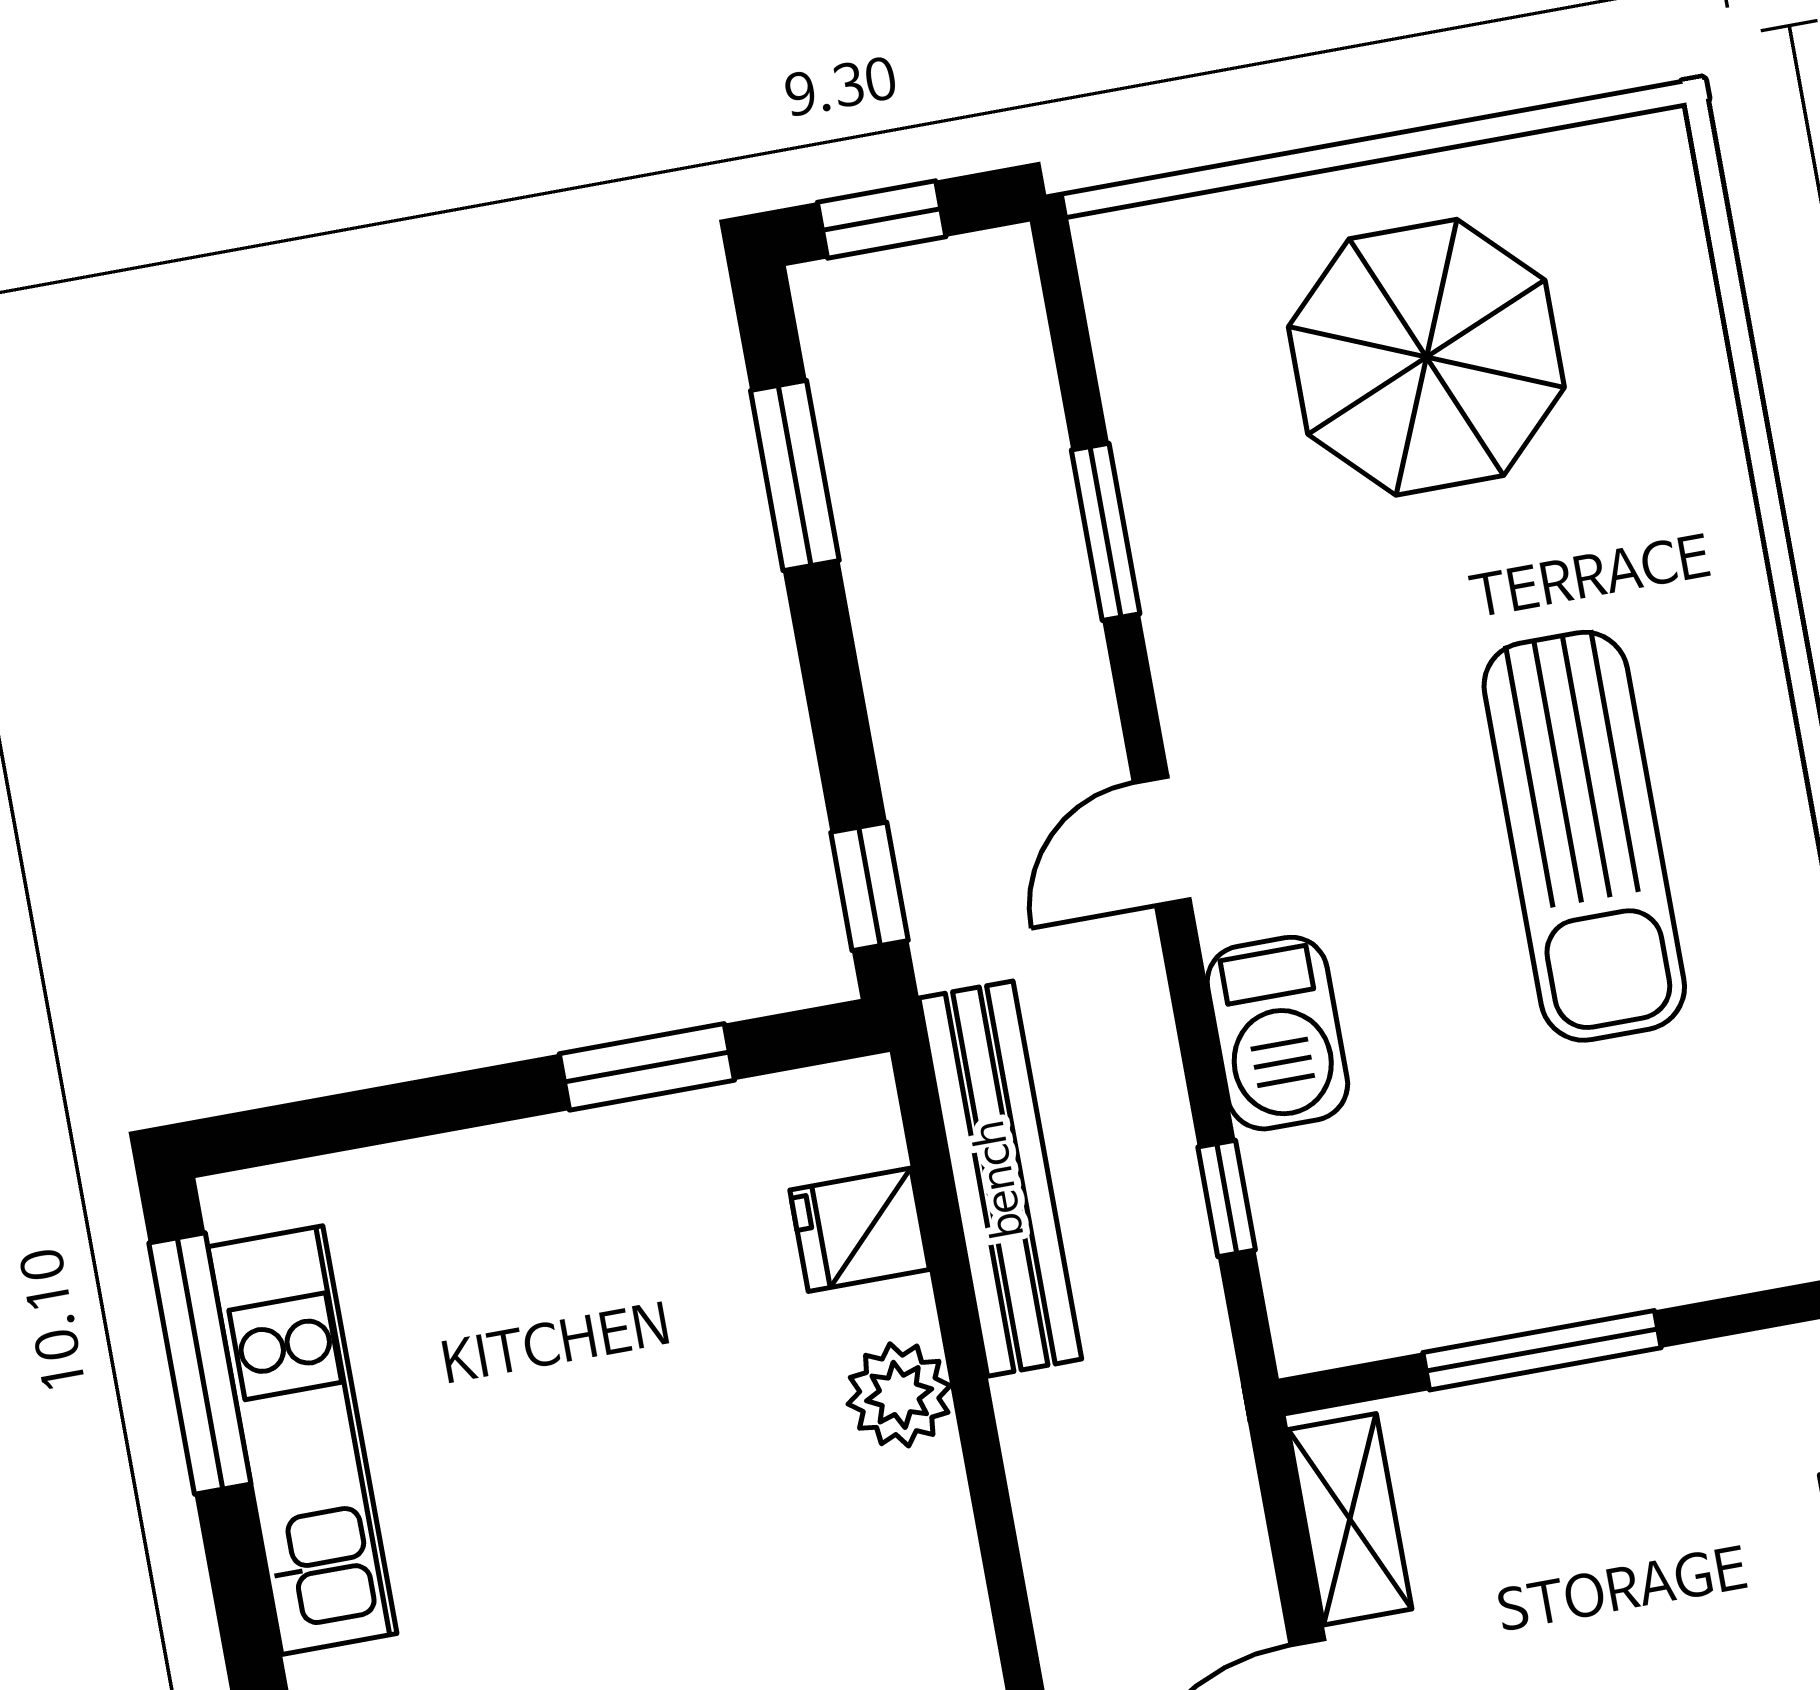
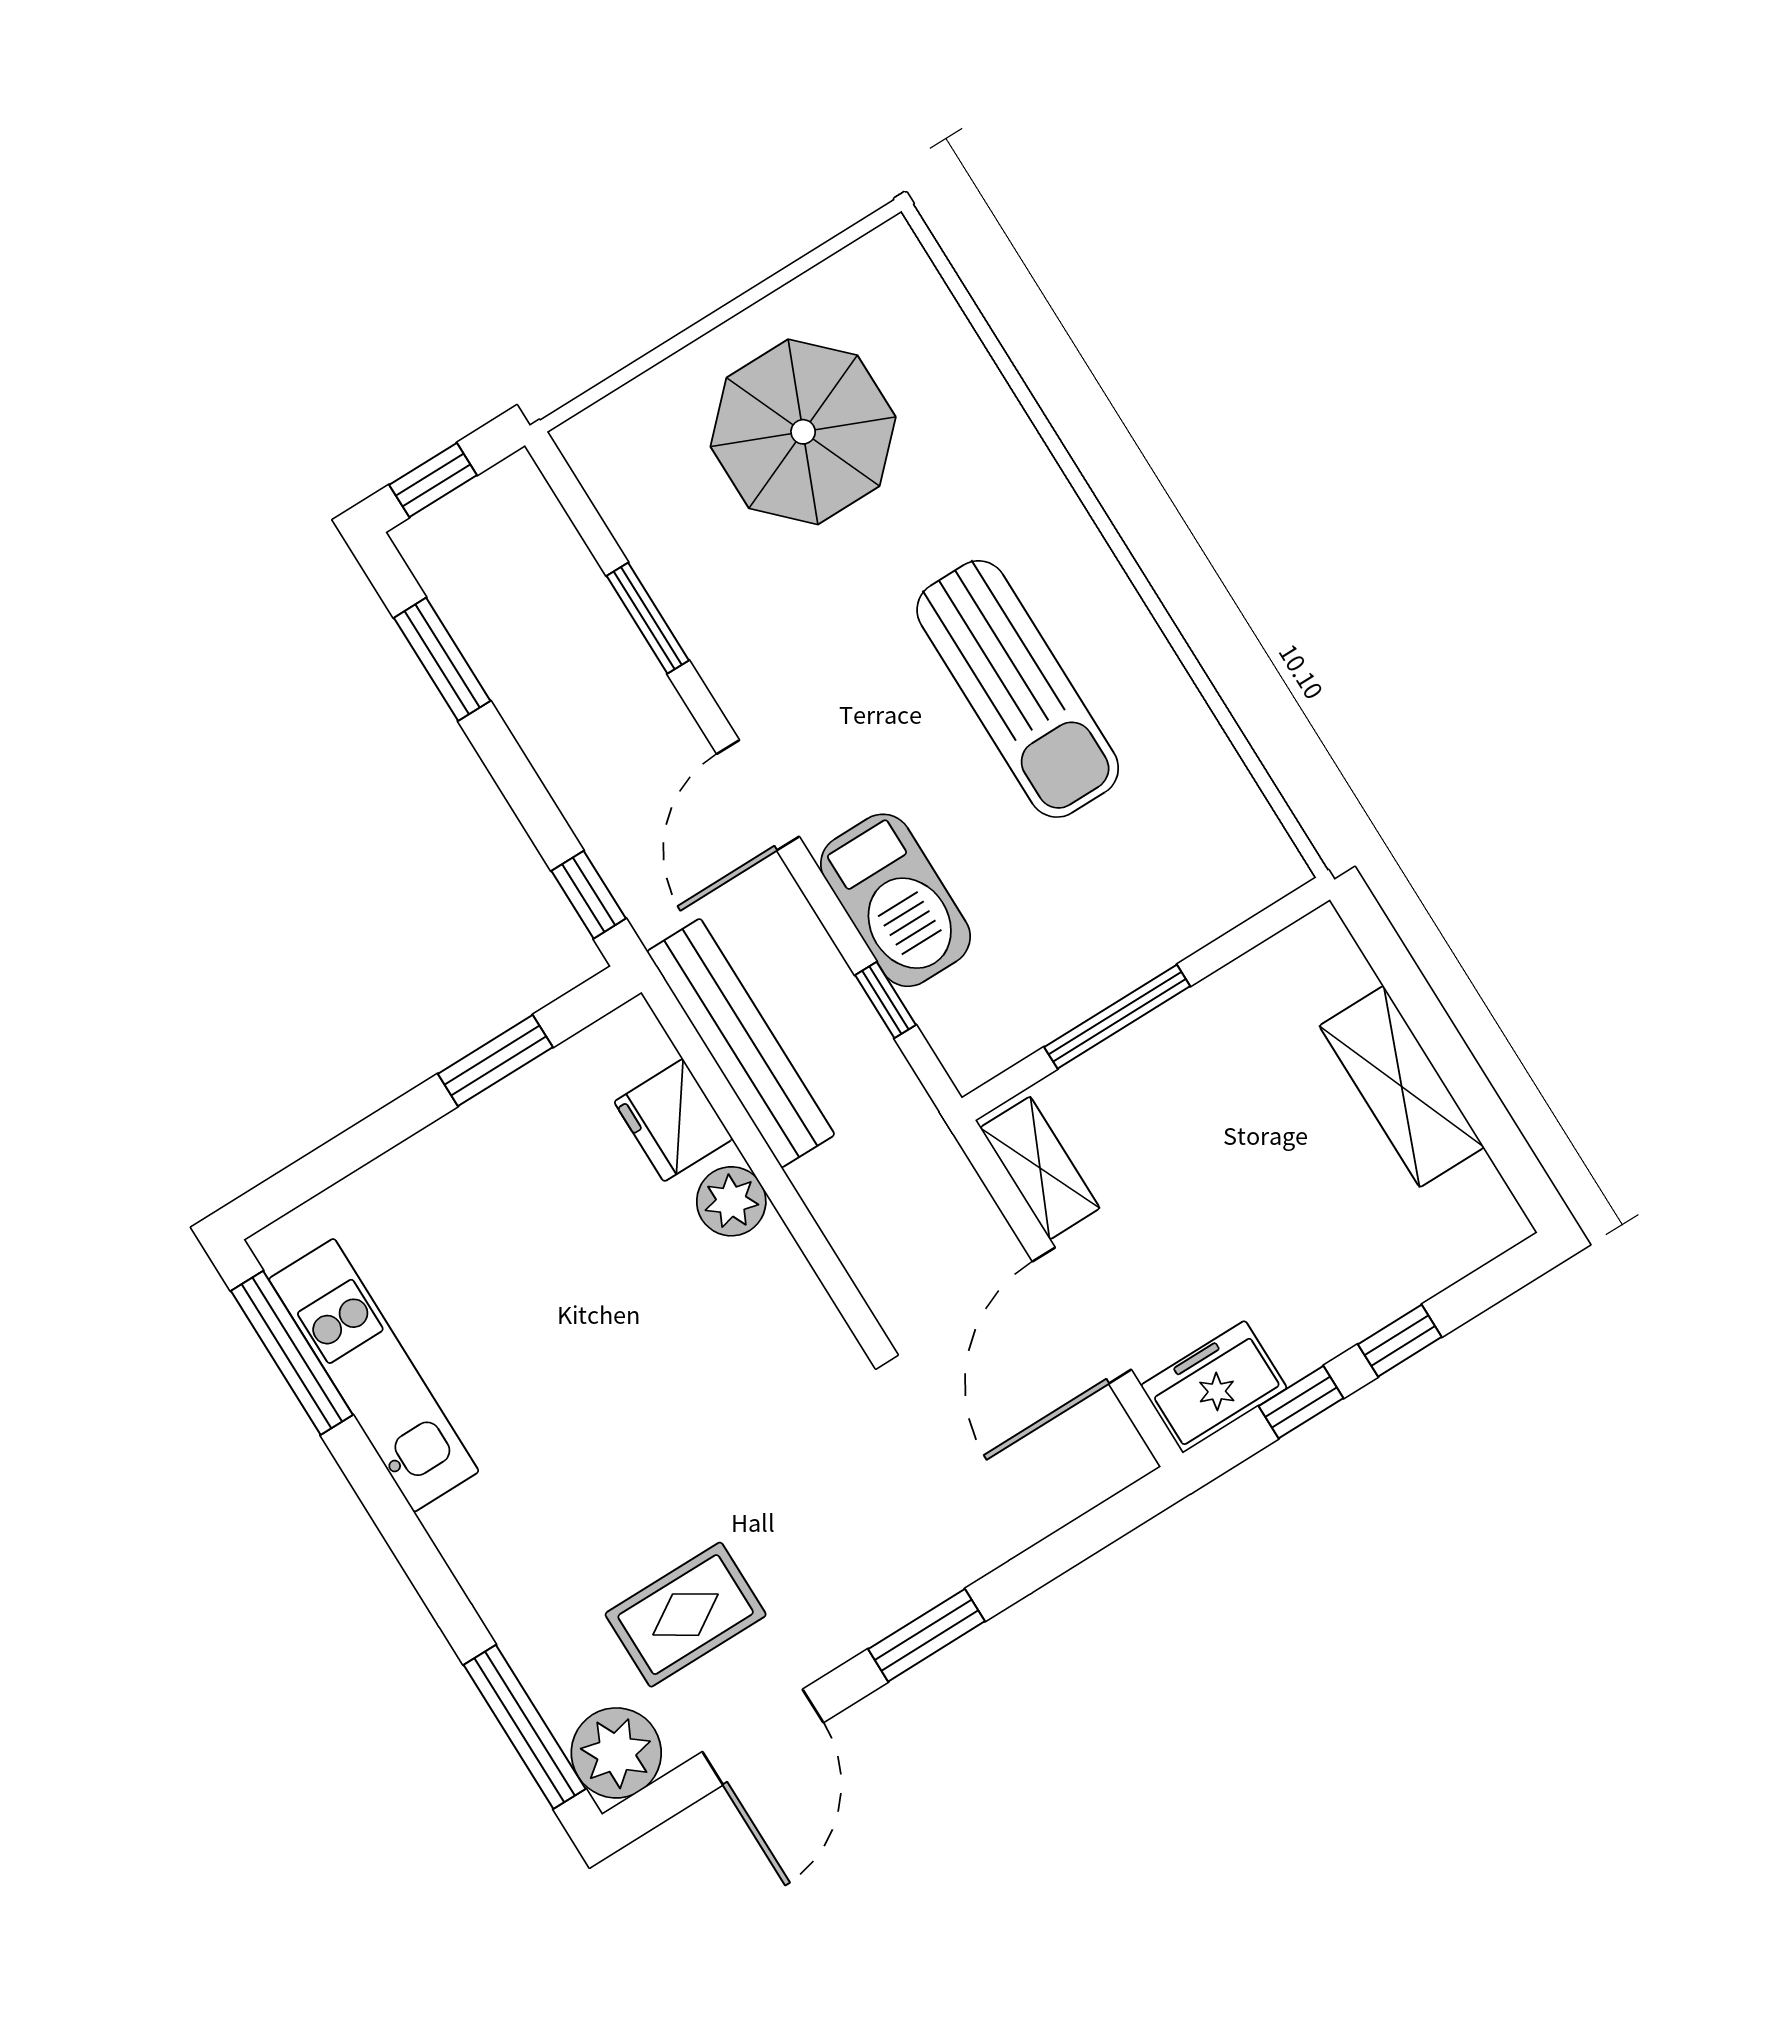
door: (1162, 841) -> (758, 795), width x1.38
barbecue: (1277, 1033) -> (895, 900), width x1.37, depth x1.21
fridge: (860, 1230) -> (673, 1120), width x1.38

